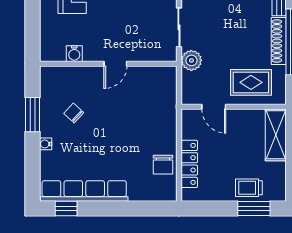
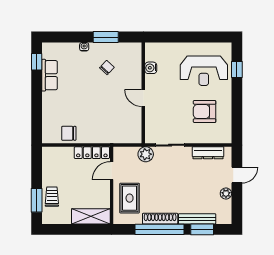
locker: (189, 164) -> (92, 153), moved
row of seats: (84, 191) -> (50, 75), width x0.50

